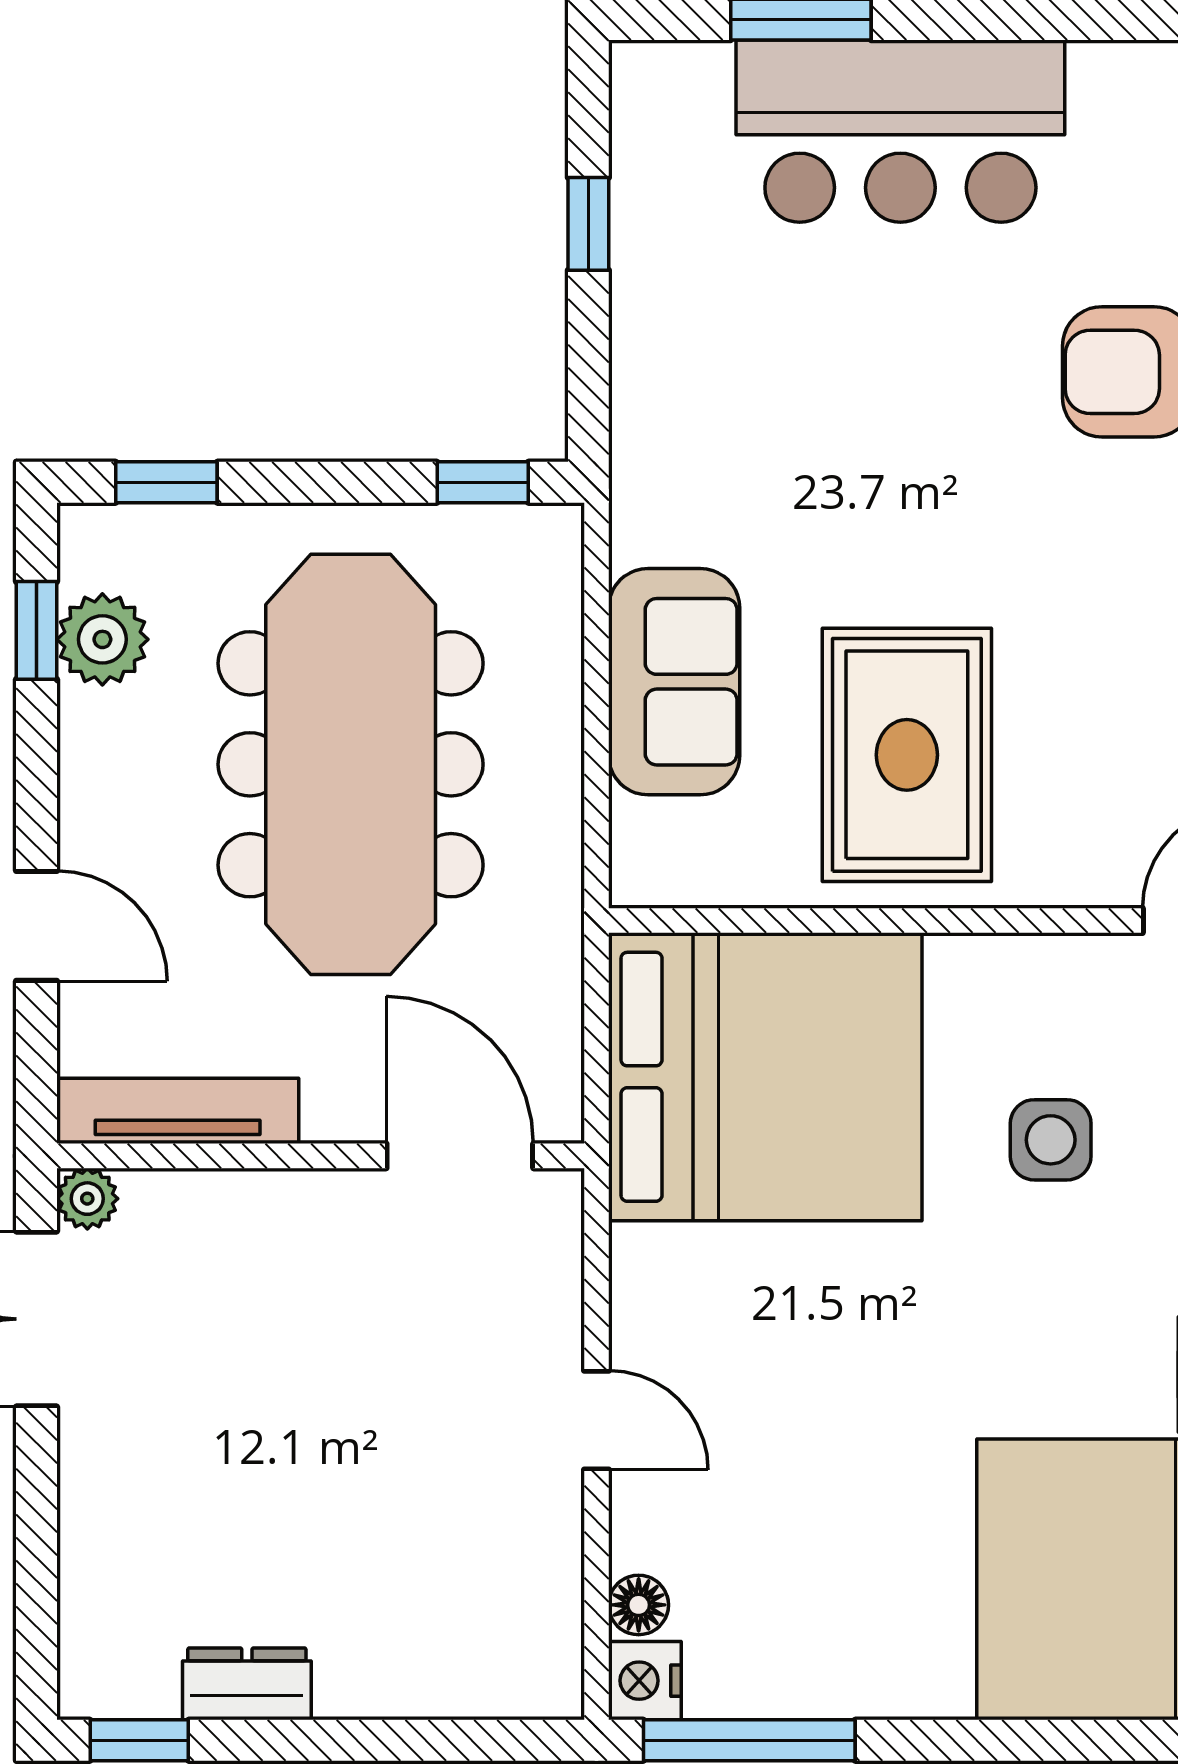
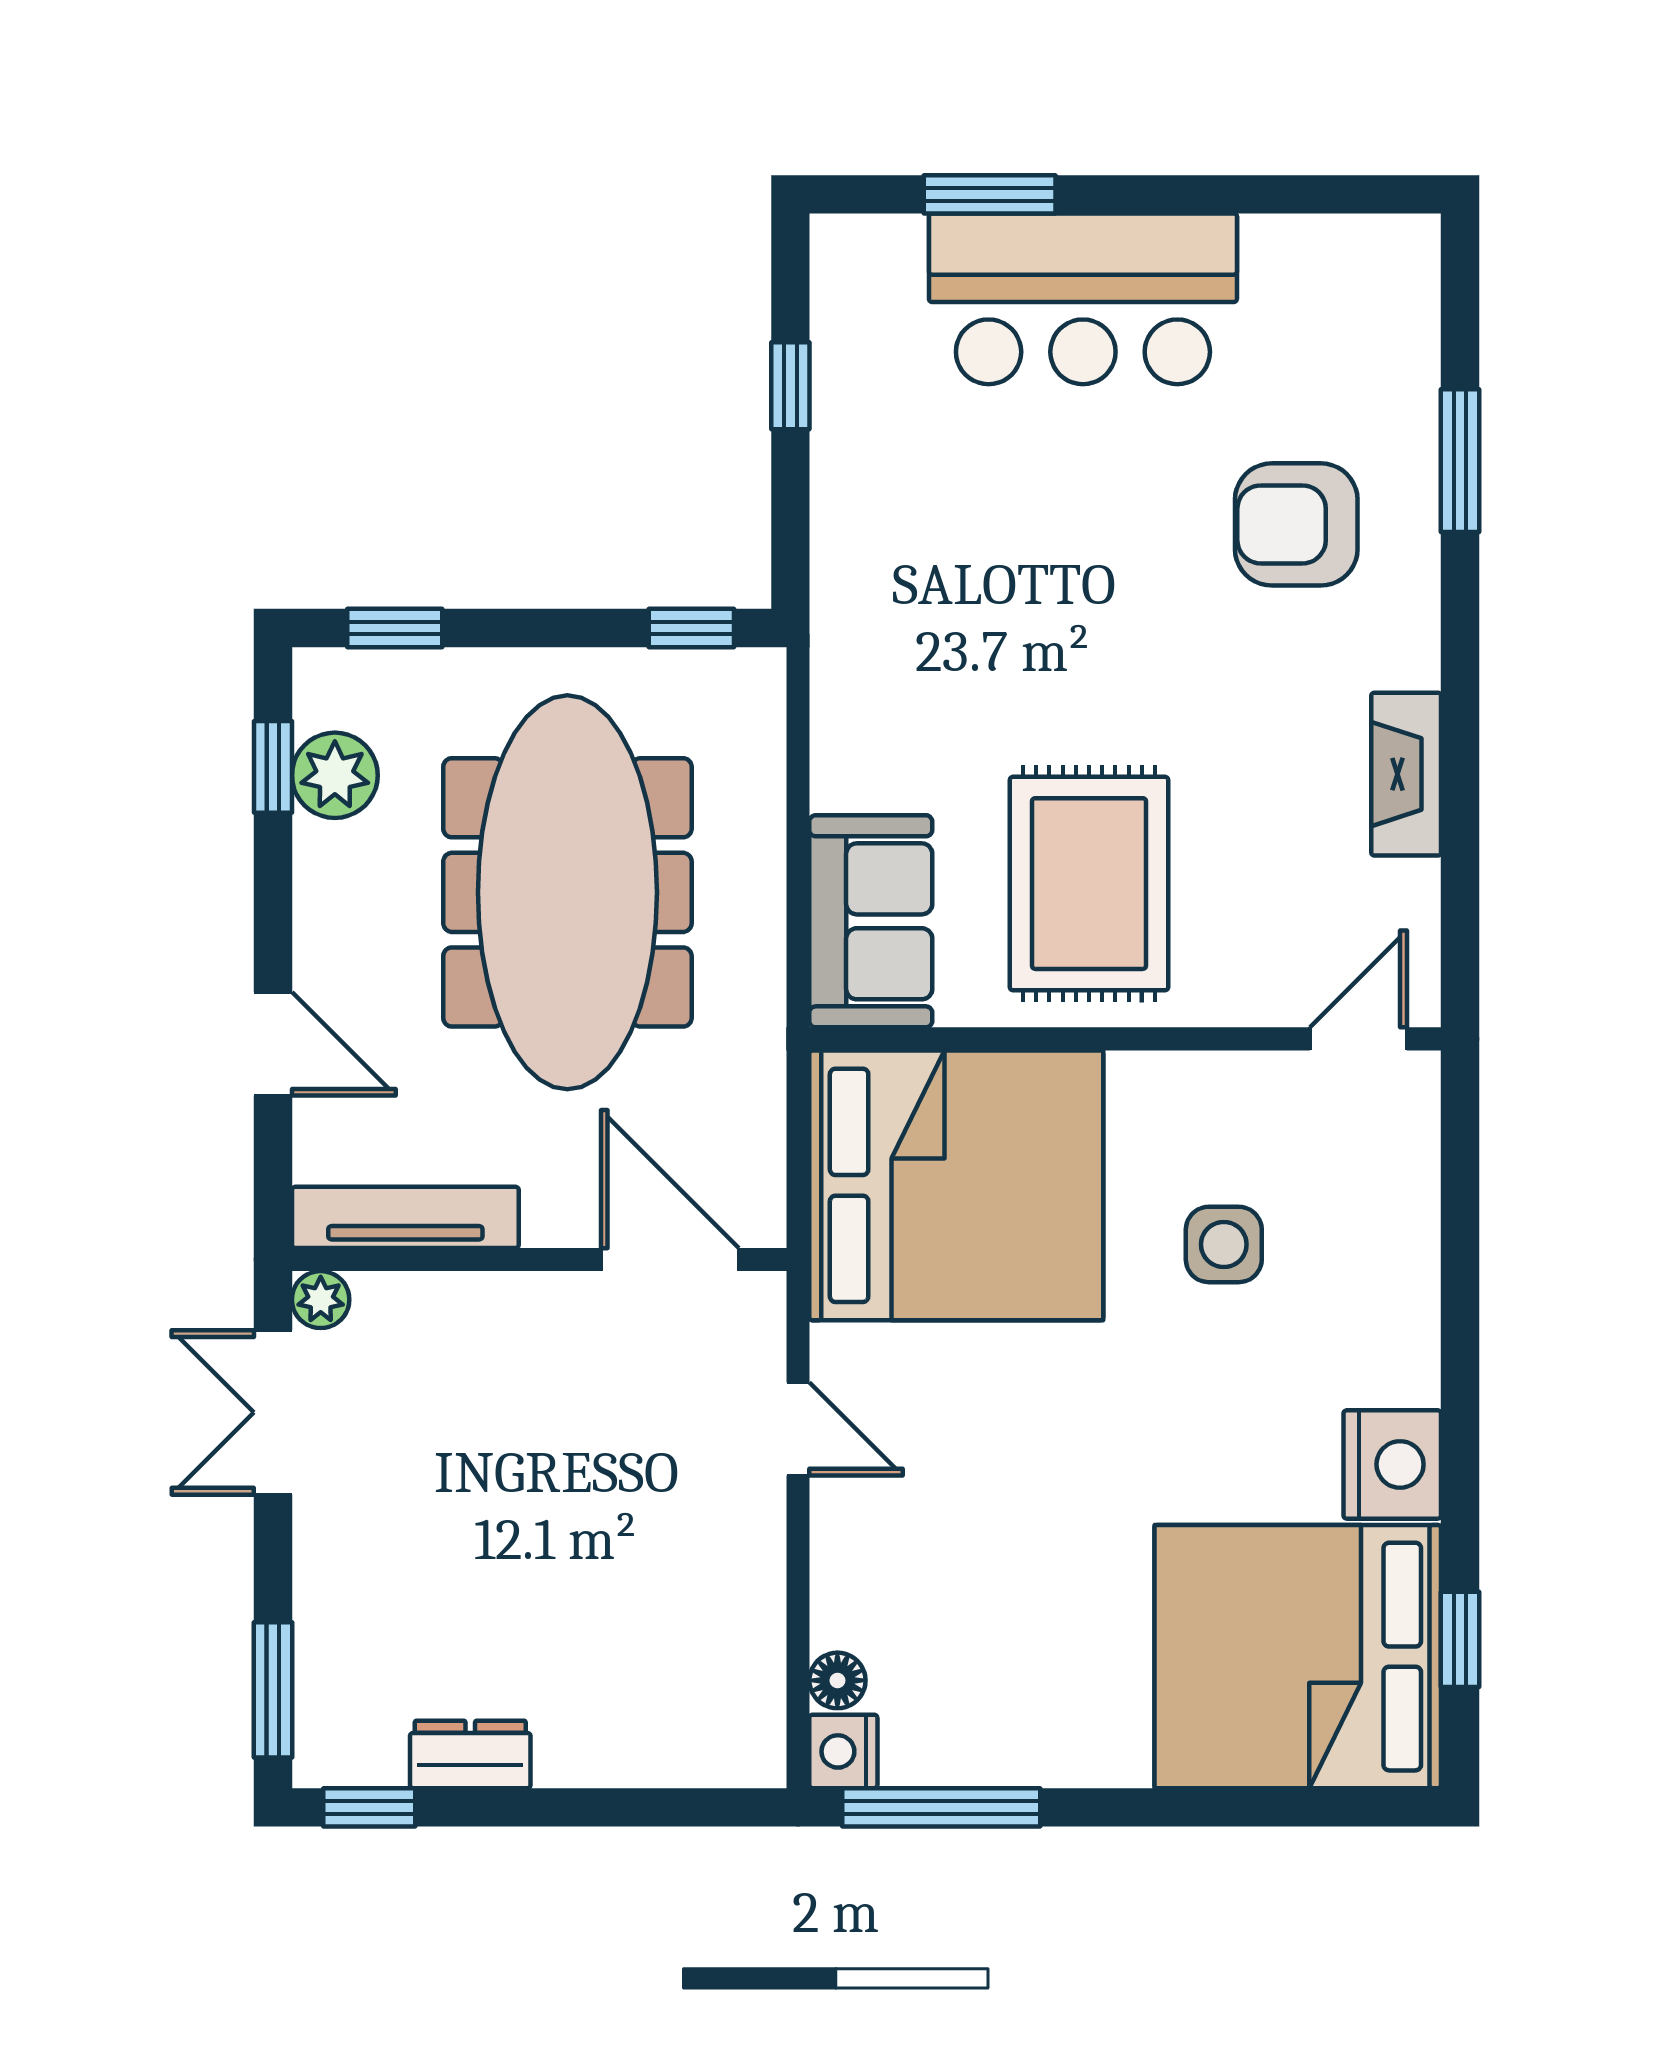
sofa: (674, 682) -> (871, 921), moved
door: (596, 1420) -> (798, 1429), moved
window: (36, 1615) -> (273, 1690), added

